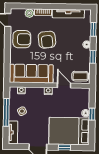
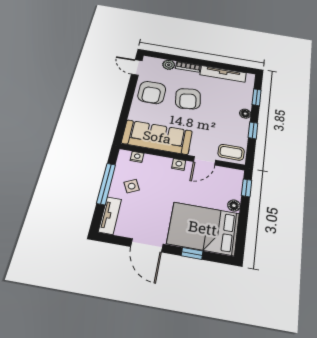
armchair: (22, 39) -> (152, 92), turned 90
door: (64, 85) -> (204, 161), swing flipped
window: (92, 114) -> (247, 188), moved

